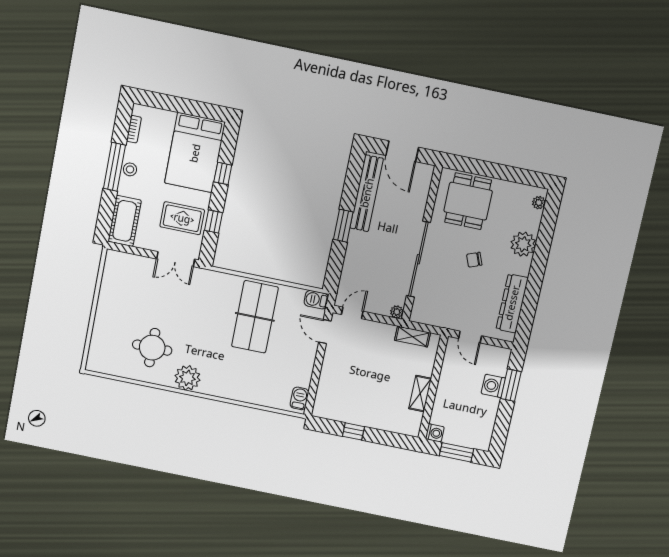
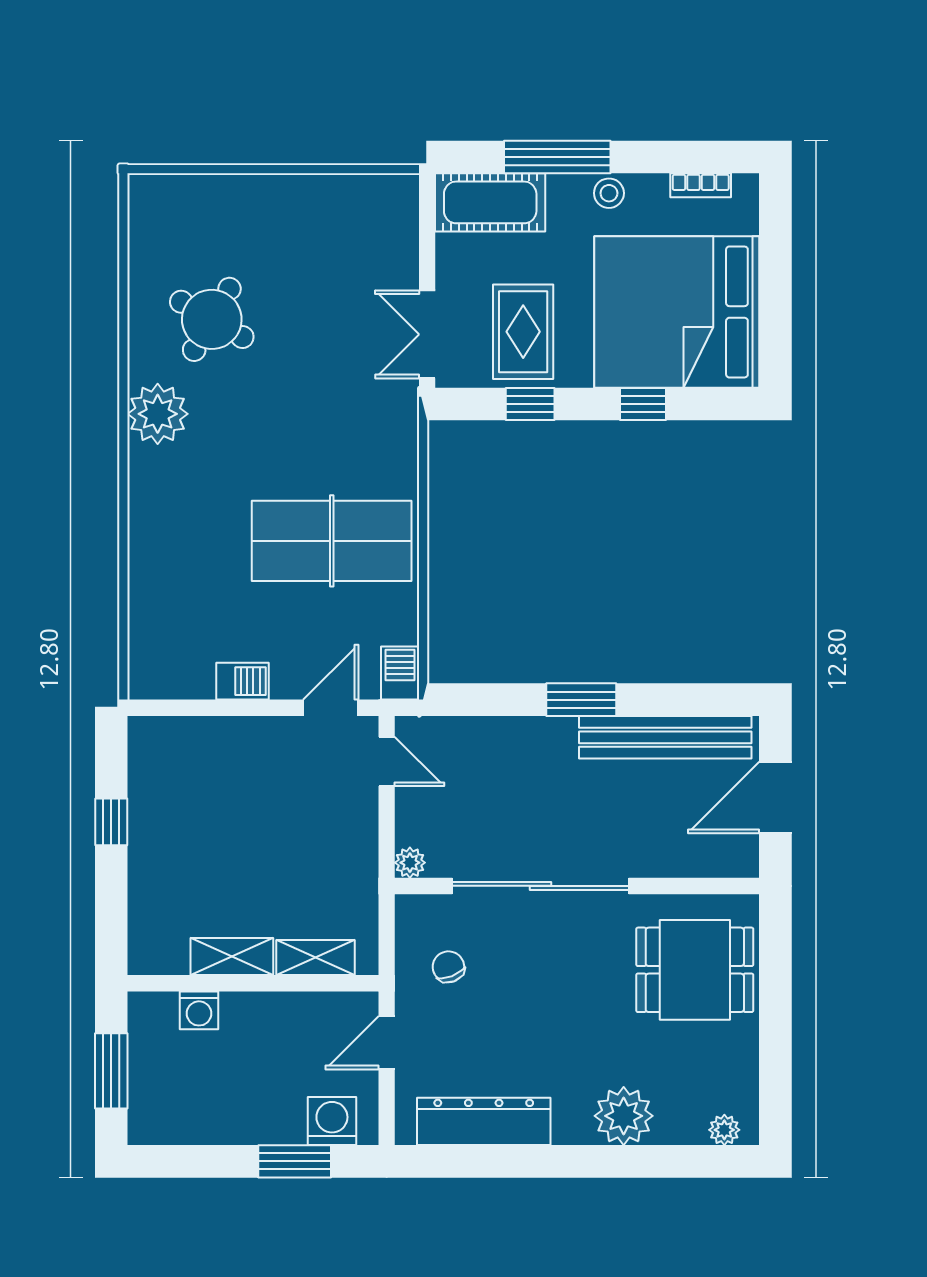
bed: (195, 153) -> (677, 312), width x1.36
window: (114, 167) -> (557, 157), moved
chair: (474, 260) -> (448, 967), moved
shelving: (413, 336) -> (316, 957), moved, turned 90
round table: (152, 348) -> (212, 319), turned 30
washing machine: (493, 386) -> (332, 1121), moved
barbecue: (299, 398) -> (243, 681), moved
washing machine: (435, 433) -> (199, 1010), moved

